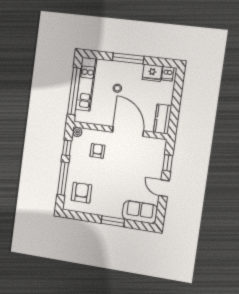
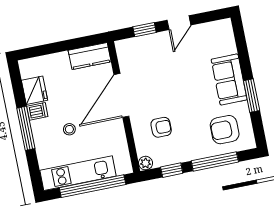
dishwasher: (168, 74) -> (37, 111), moved
armchair: (97, 151) -> (161, 127), turned 180
sofa: (140, 212) -> (229, 80), moved
window: (113, 221) -> (252, 96), moved

